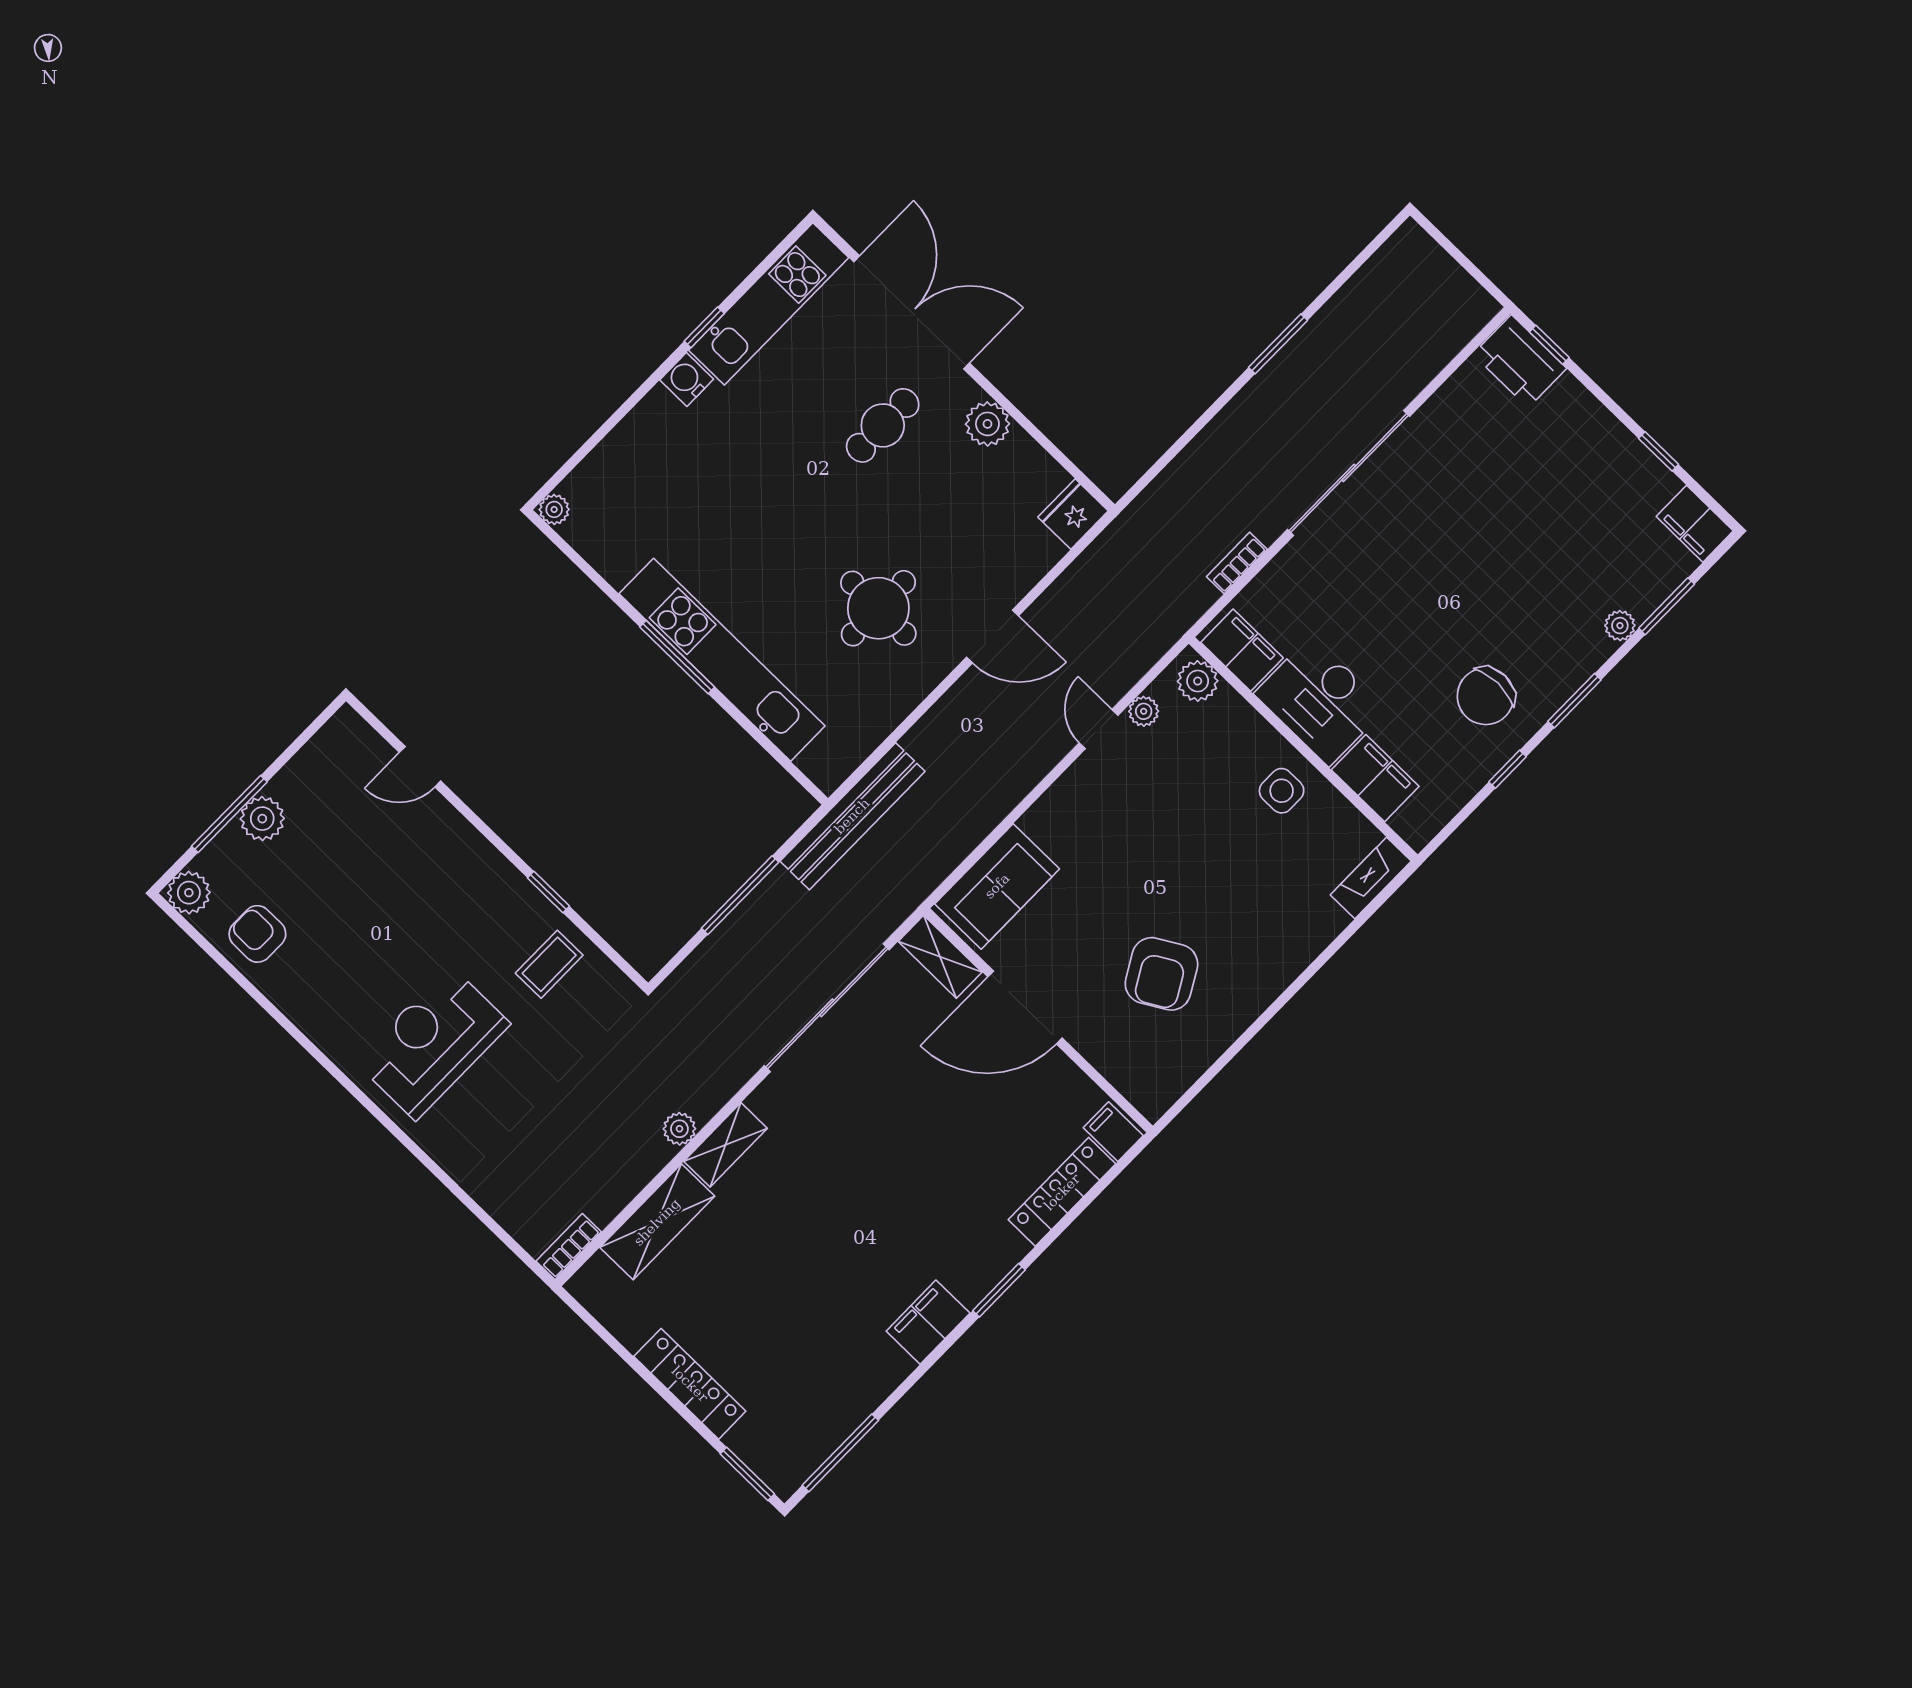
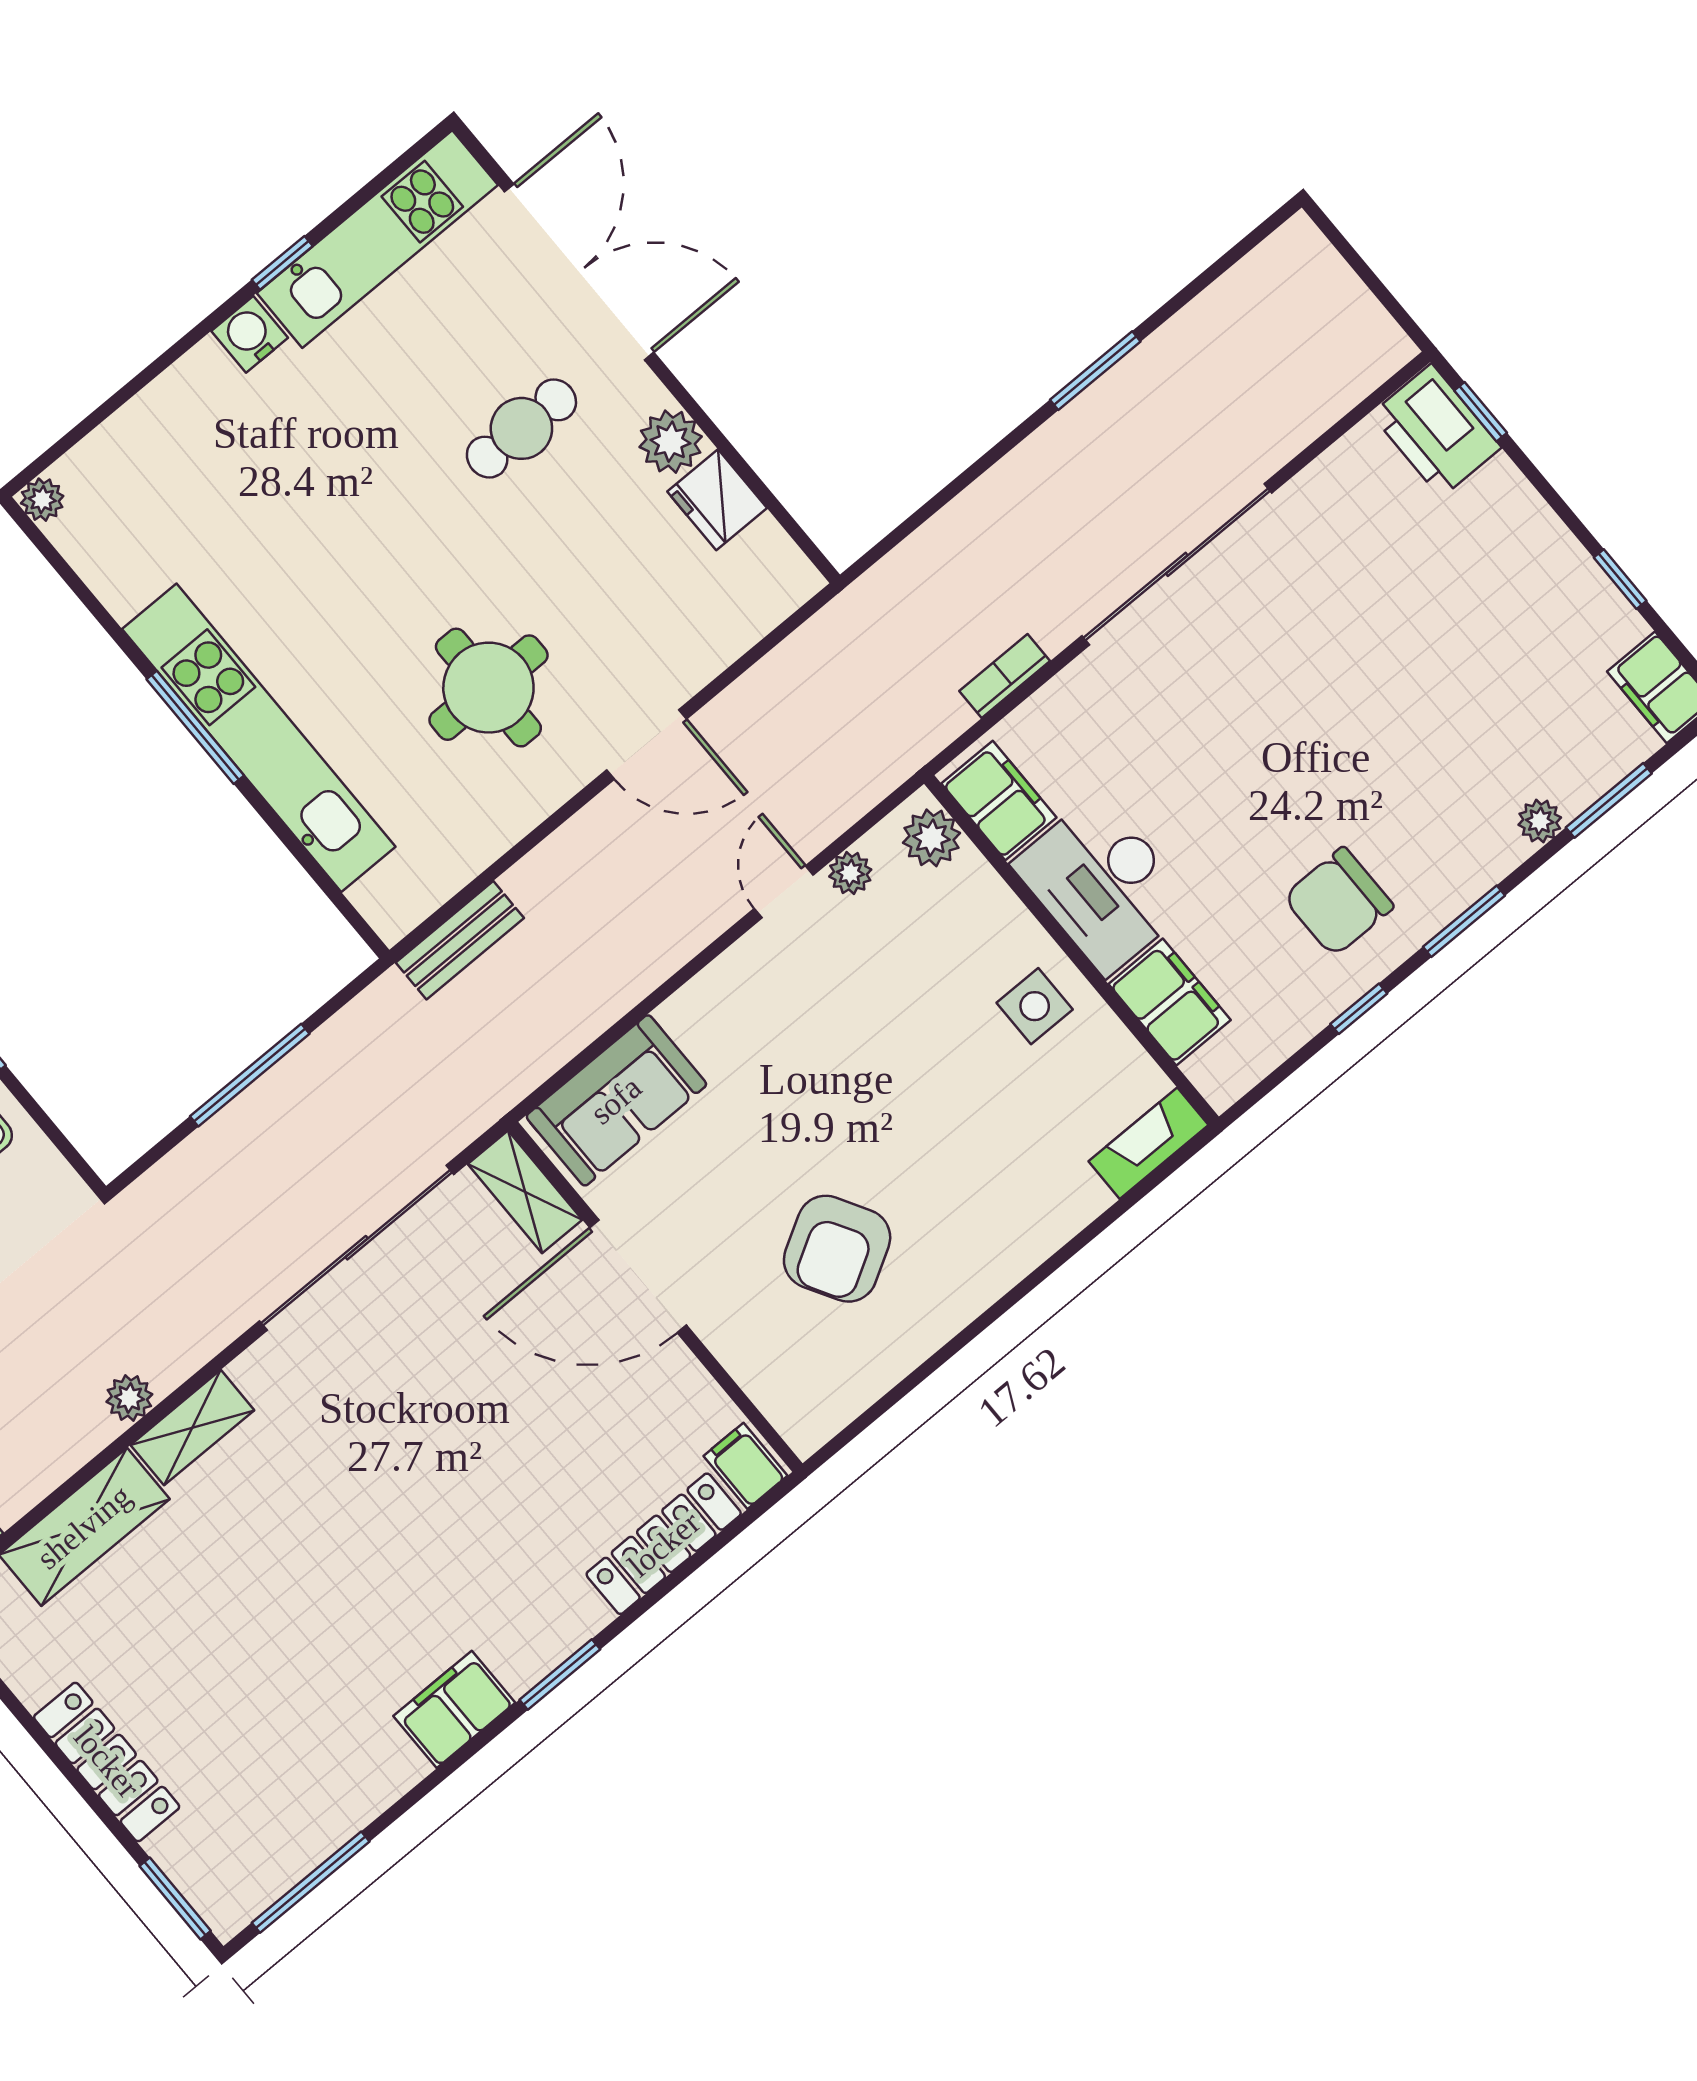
fridge: (1073, 514) -> (717, 500), moved, turned -90
bench: (852, 816) -> (460, 940), width x0.54, depth x0.82

